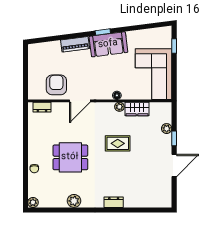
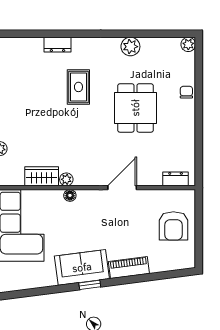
armchair: (56, 85) -> (173, 226), moved
rug: (118, 143) -> (78, 87), moved, turned 90
dining table: (70, 157) -> (135, 108), turned 90
dresser: (114, 202) -> (57, 45), moved

